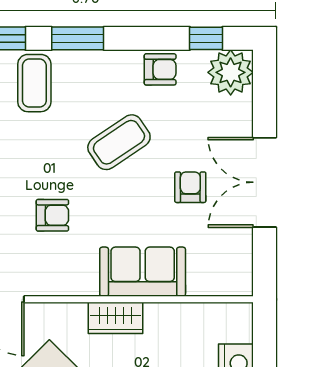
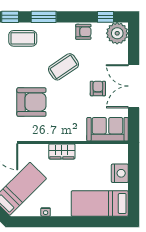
coffee table: (34, 83) -> (23, 38), turned 90
armchair: (52, 215) -> (31, 102), width x1.88, depth x1.88
sofa: (143, 272) -> (108, 129), moved

